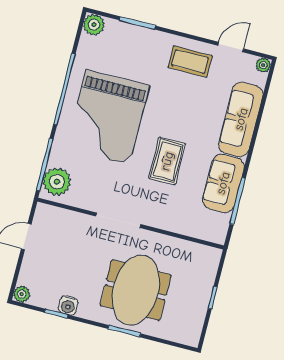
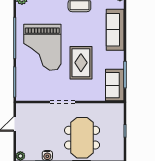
rug: (167, 161) -> (81, 63), width x1.36, depth x1.43
plant: (57, 182) -> (24, 90), removed
sofa: (223, 183) -> (115, 85), moved

